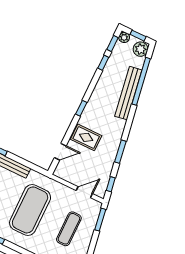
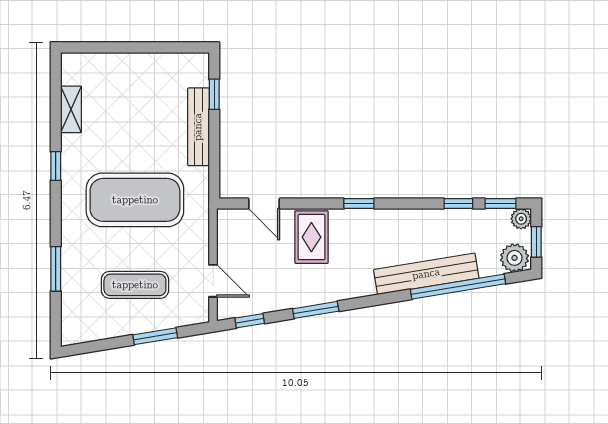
window: (100, 220) -> (155, 336), moved

